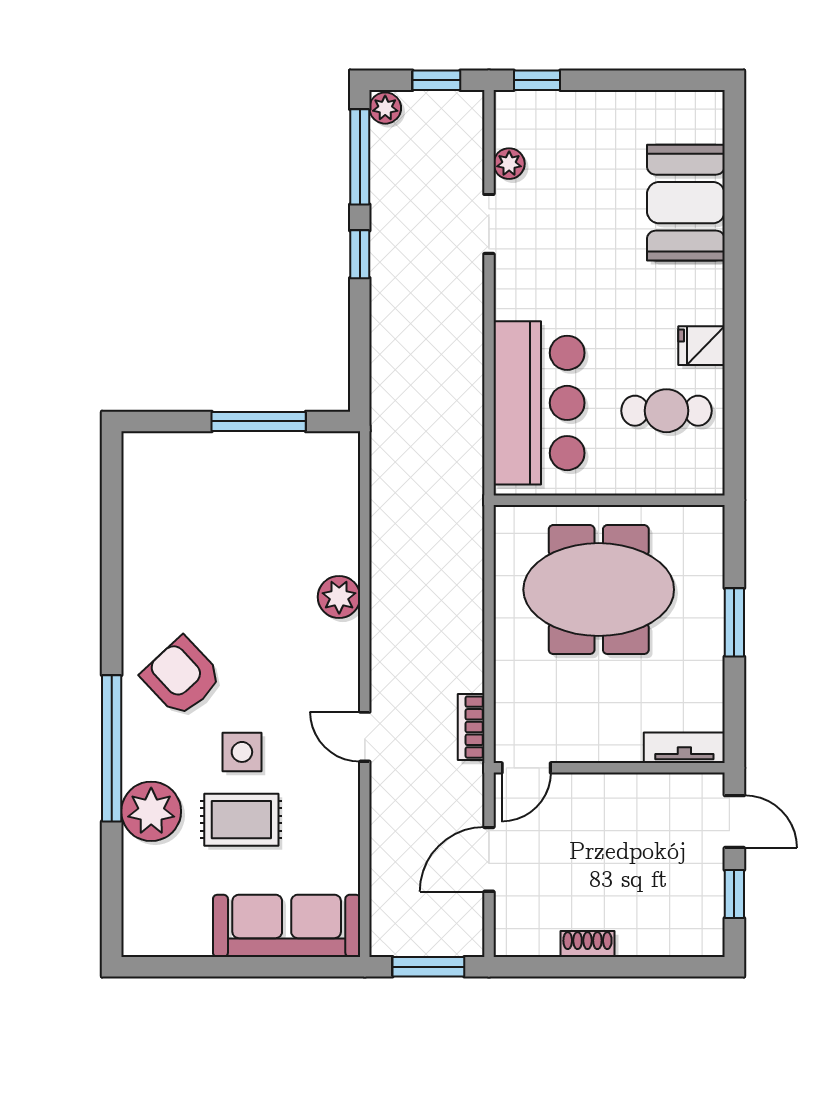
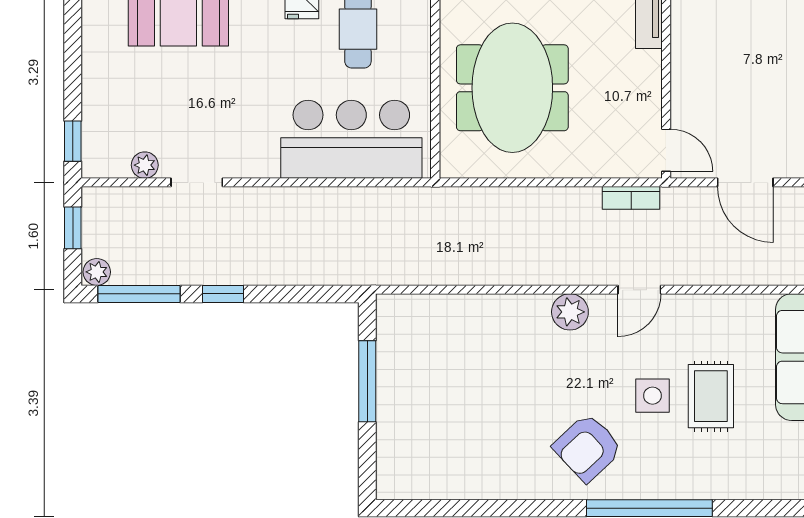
plant: (339, 597) -> (570, 312), moved
plant: (151, 811) -> (704, 474), removed

